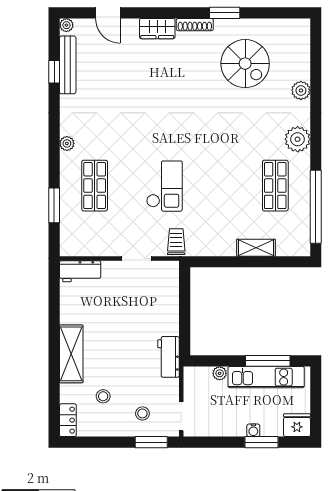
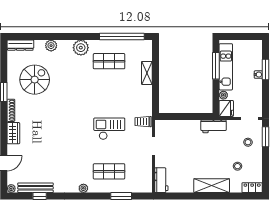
dresser: (302, 40) -> (20, 45), added
fridge: (297, 425) -> (226, 108), moved, turned 180

